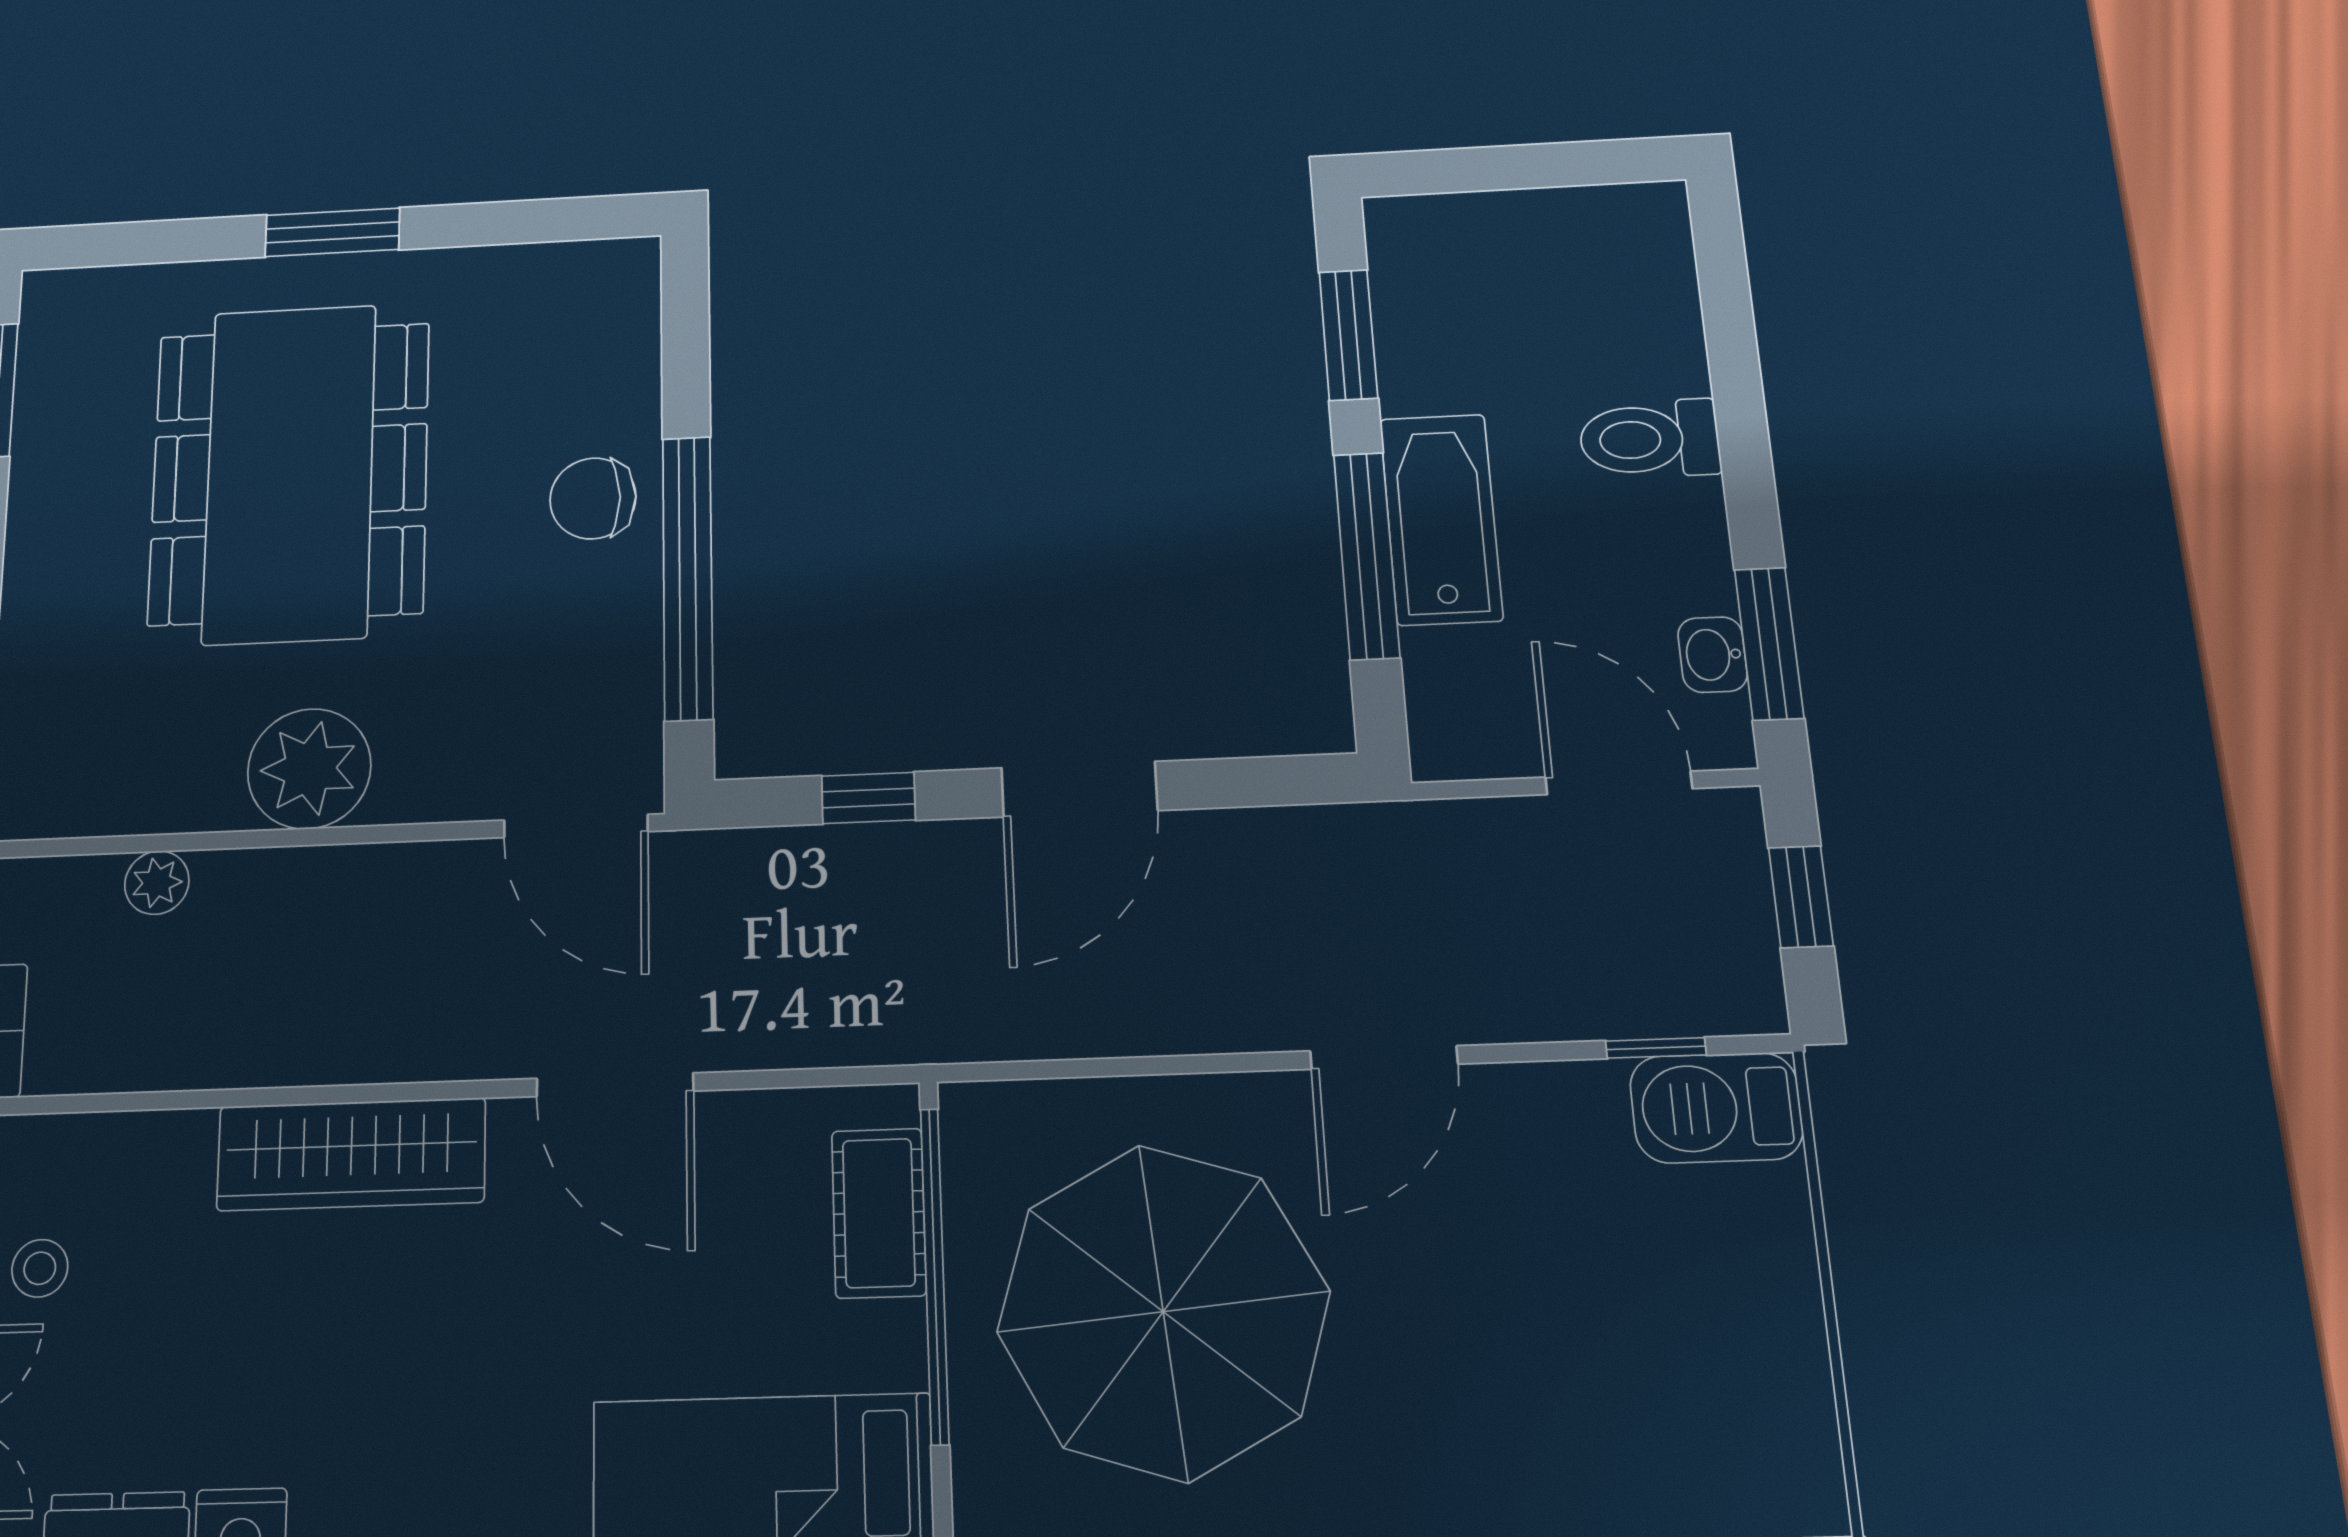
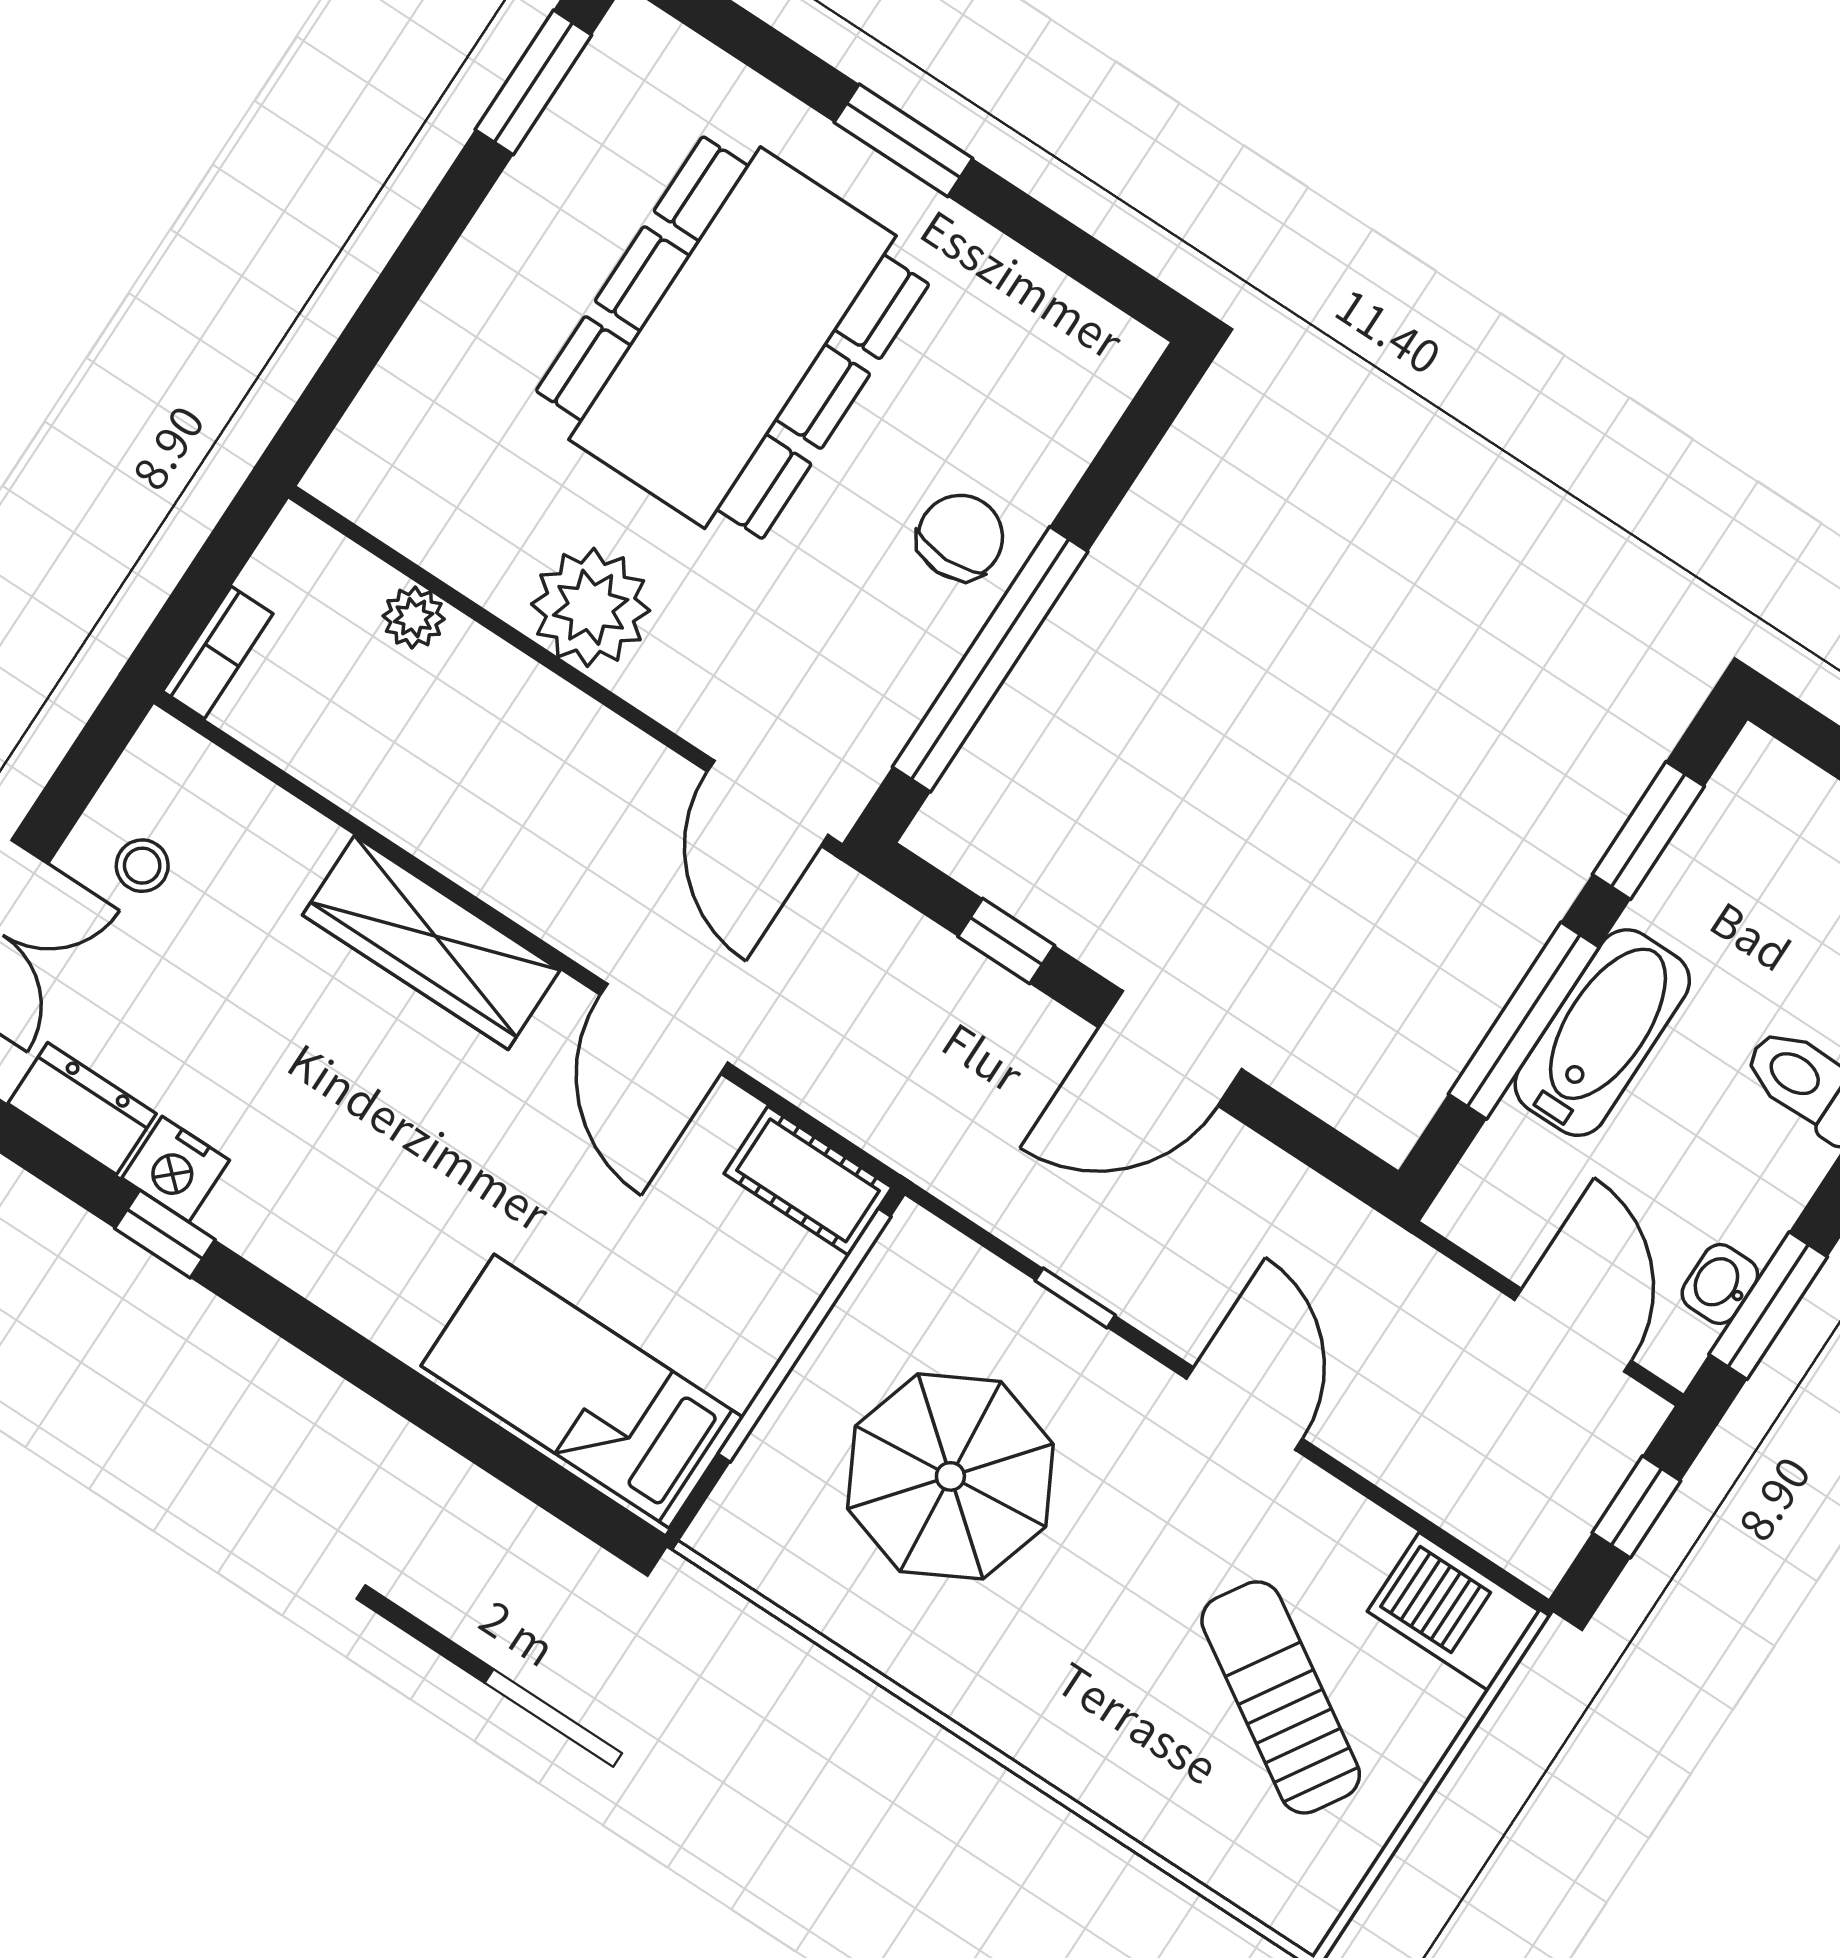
chair: (593, 498) -> (960, 537), turned 90
window: (1656, 1048) -> (1075, 1298), moved
door: (1384, 1058) -> (1244, 1409), swing flipped
cot: (879, 1213) -> (808, 1180), moved, turned 90
sun lounger: (1623, 1303) -> (1281, 1697), added
parasol: (1163, 1312) -> (950, 1476), width x0.73, depth x0.73

